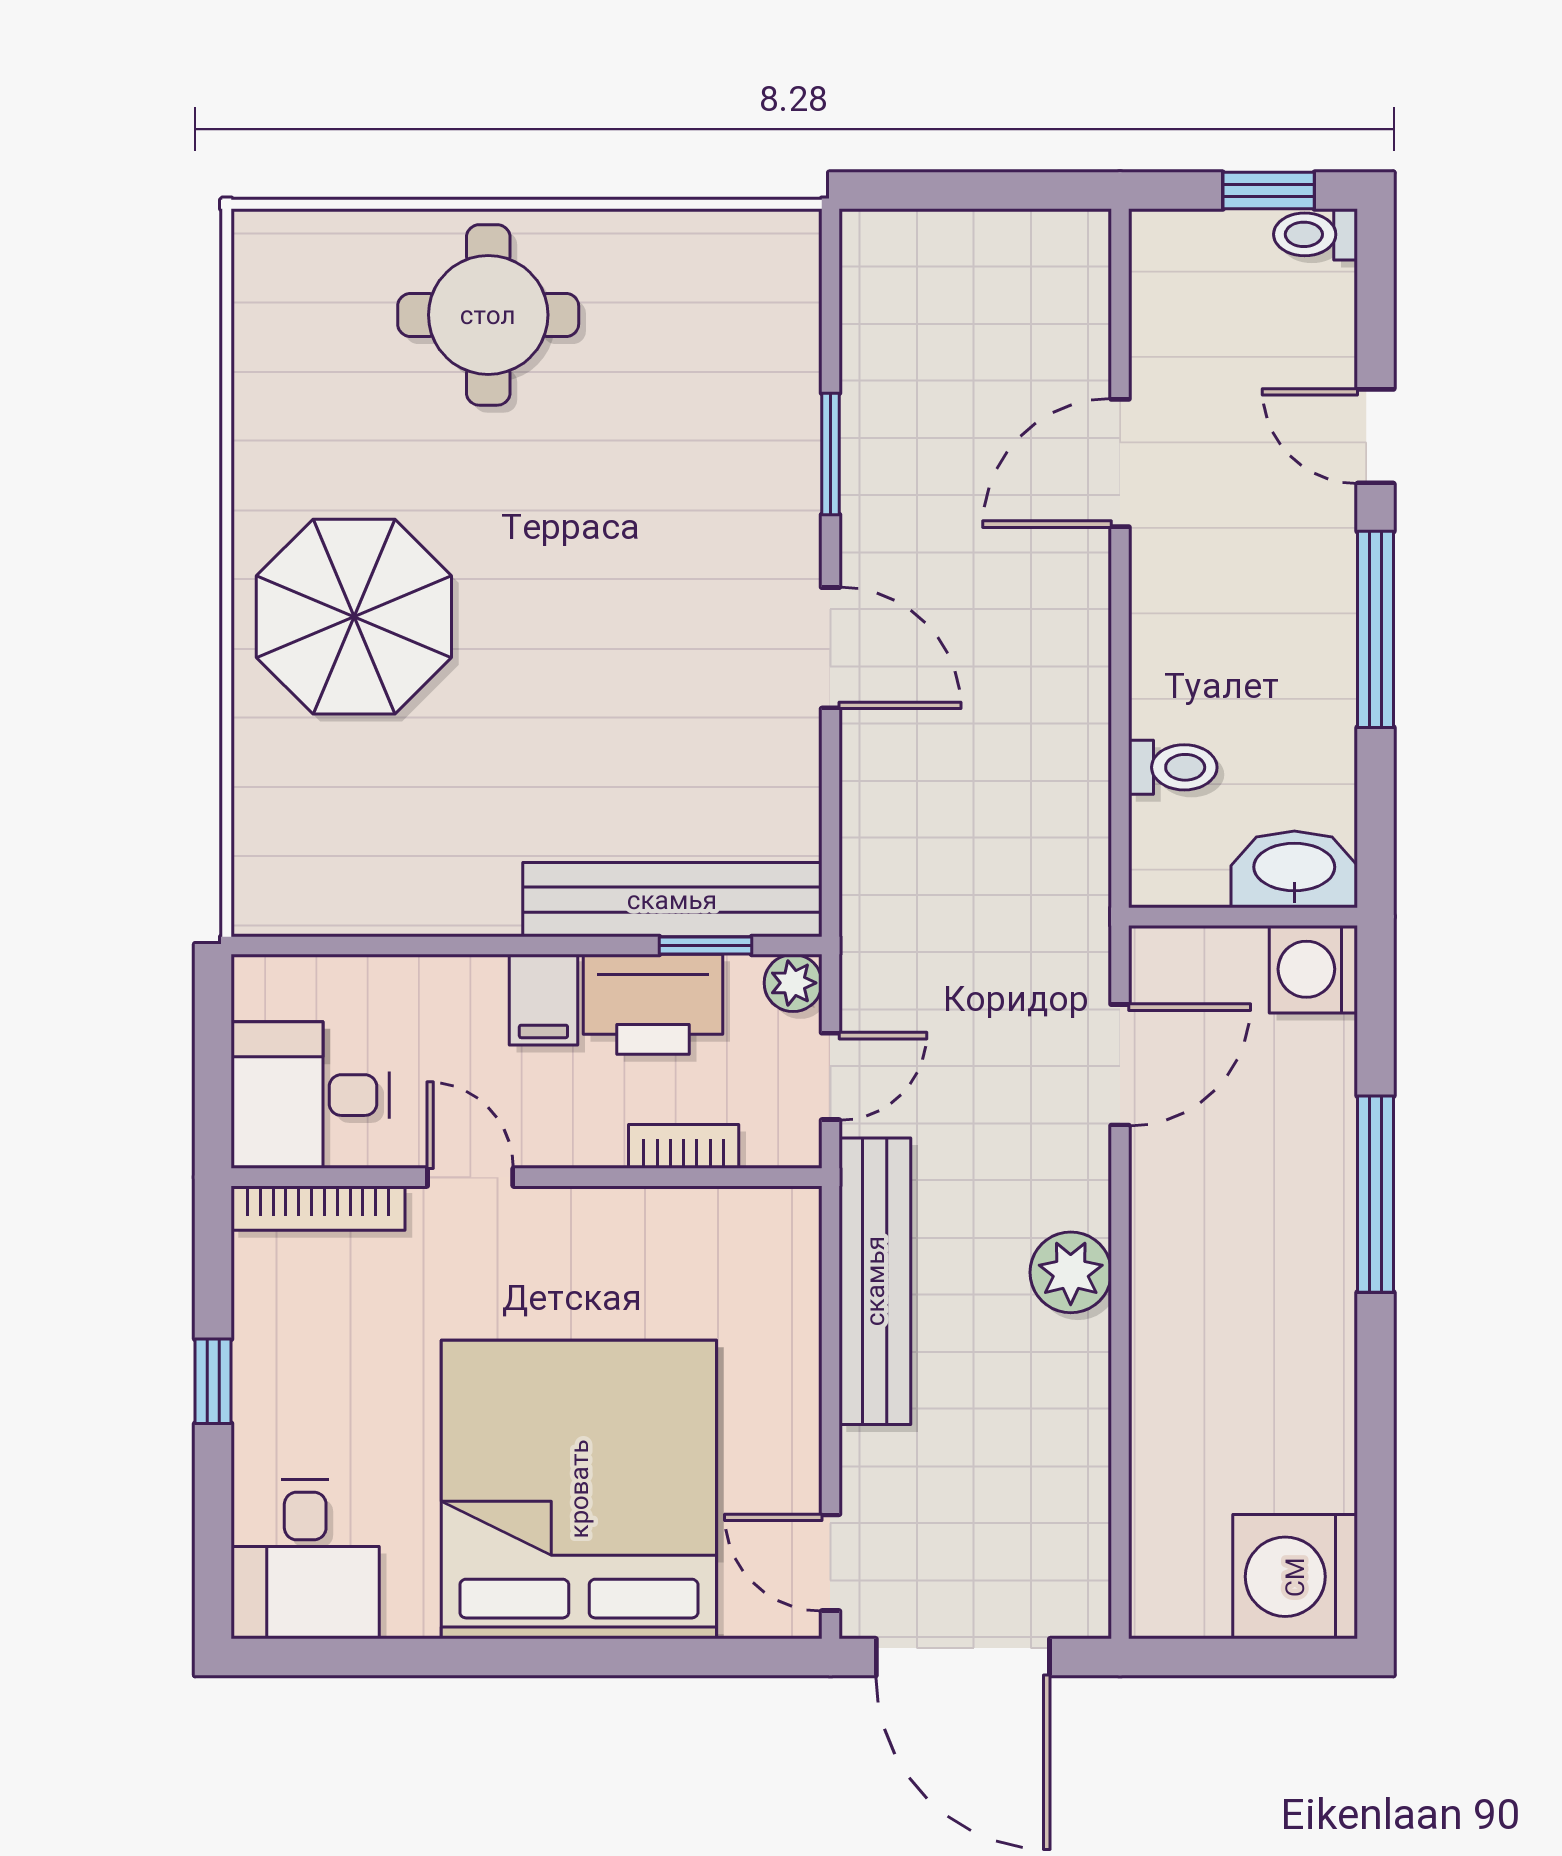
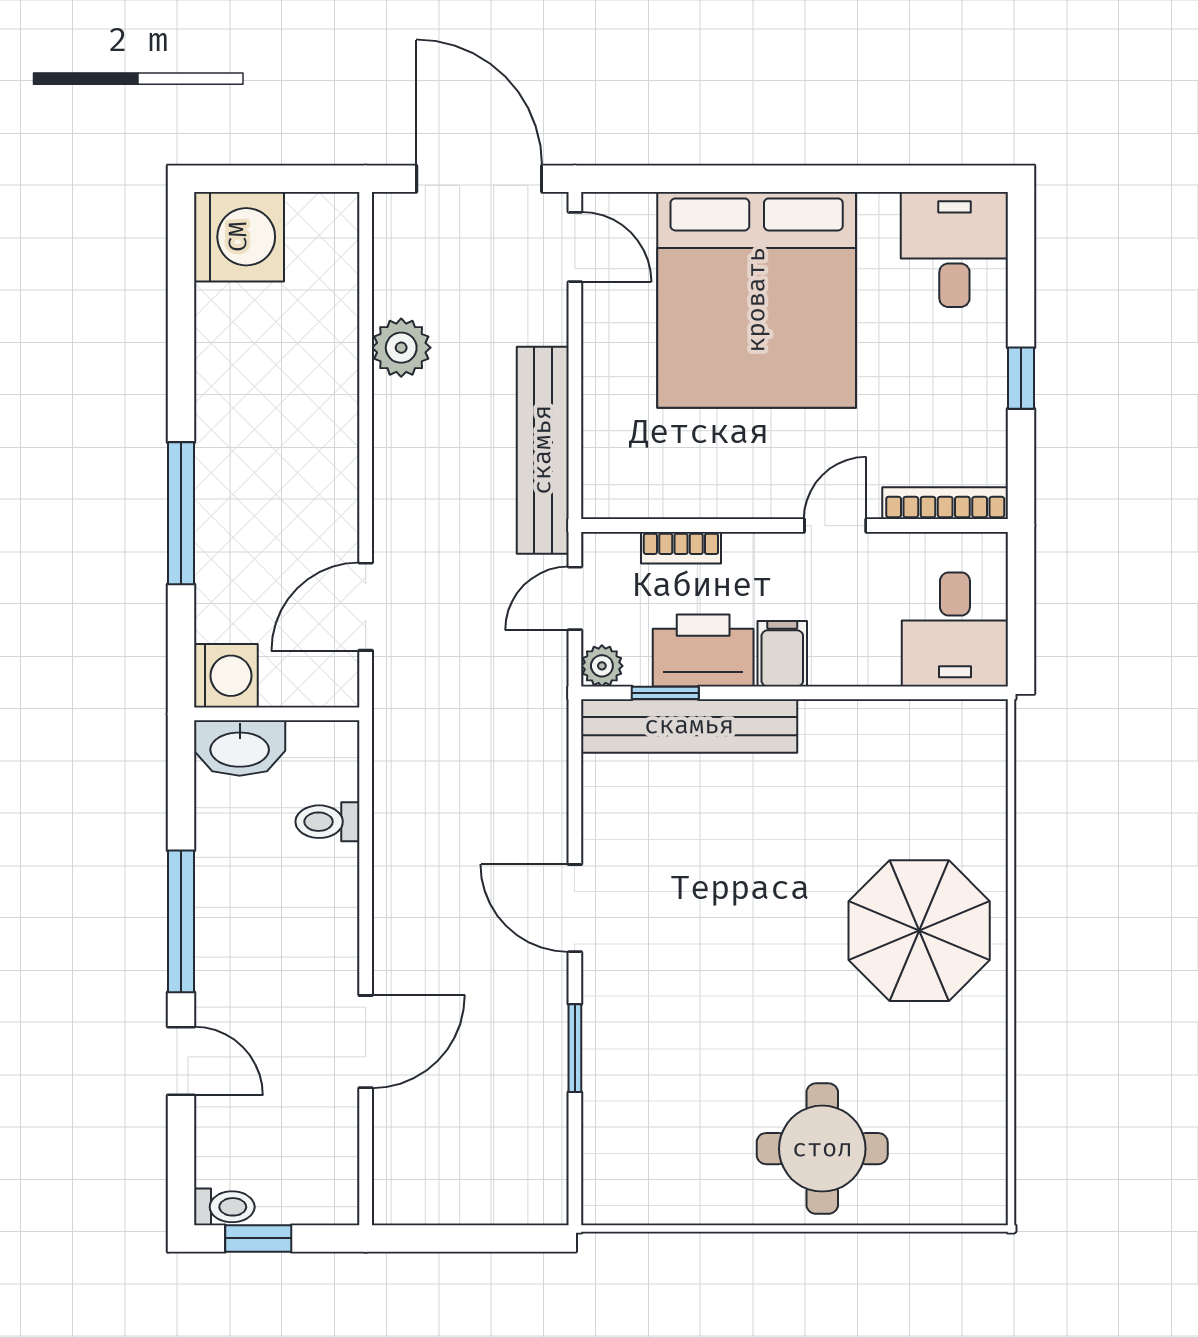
desk: (310, 1095) -> (955, 629), moved, turned 90
door: (470, 1177) -> (835, 526), swing flipped
plant: (1071, 1272) -> (401, 348), moved

